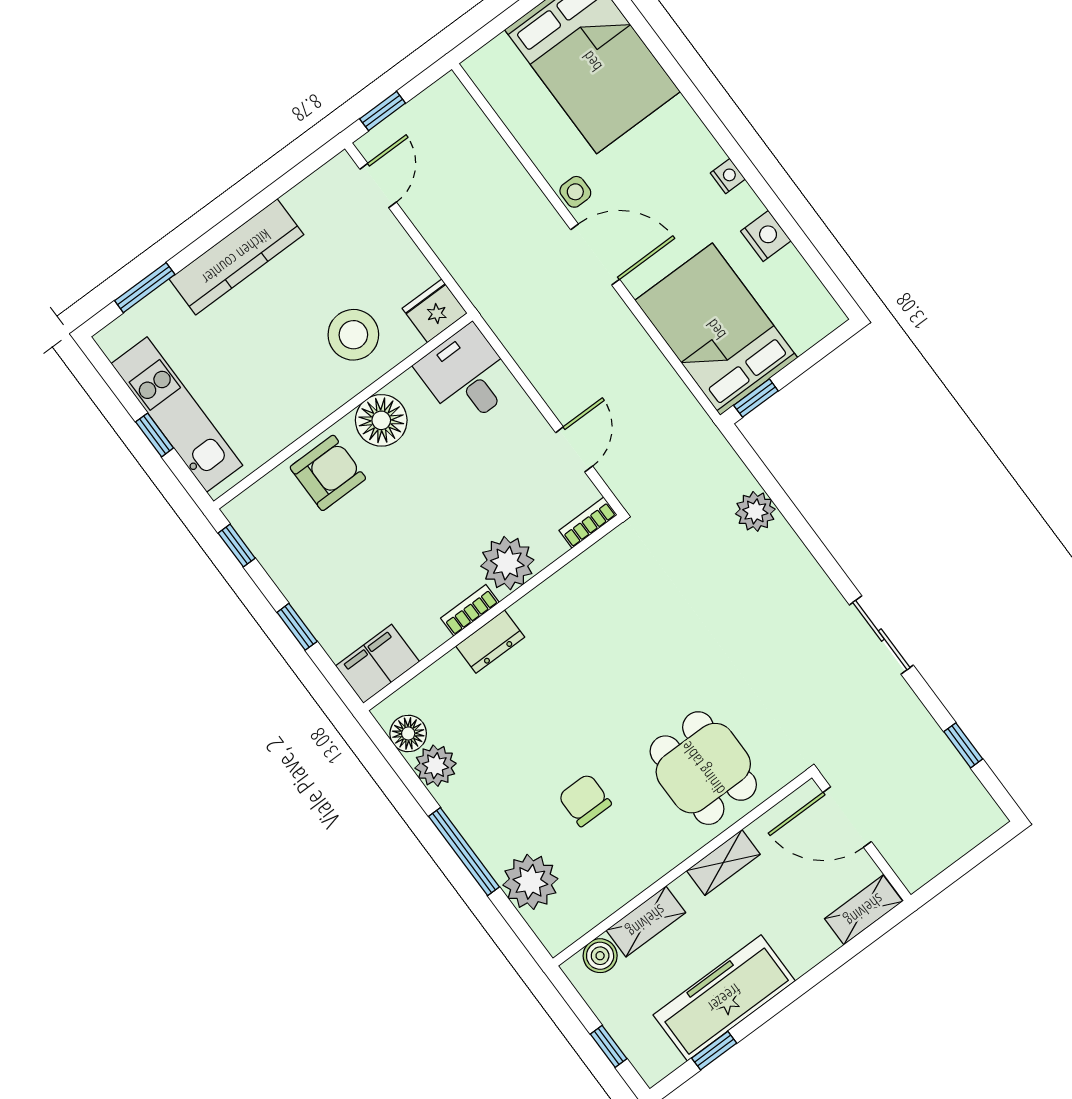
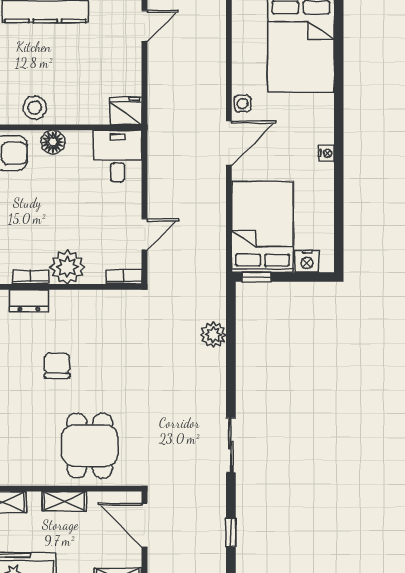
nightstand: (766, 236) -> (307, 261), moved, turned 90
door: (595, 255) -> (229, 143), hinge flipped
stool: (353, 335) -> (35, 108), moved, width x0.73, depth x0.73
floor lamp: (381, 420) -> (53, 142), width x0.73, depth x0.73
chair: (585, 800) -> (57, 365), moved

